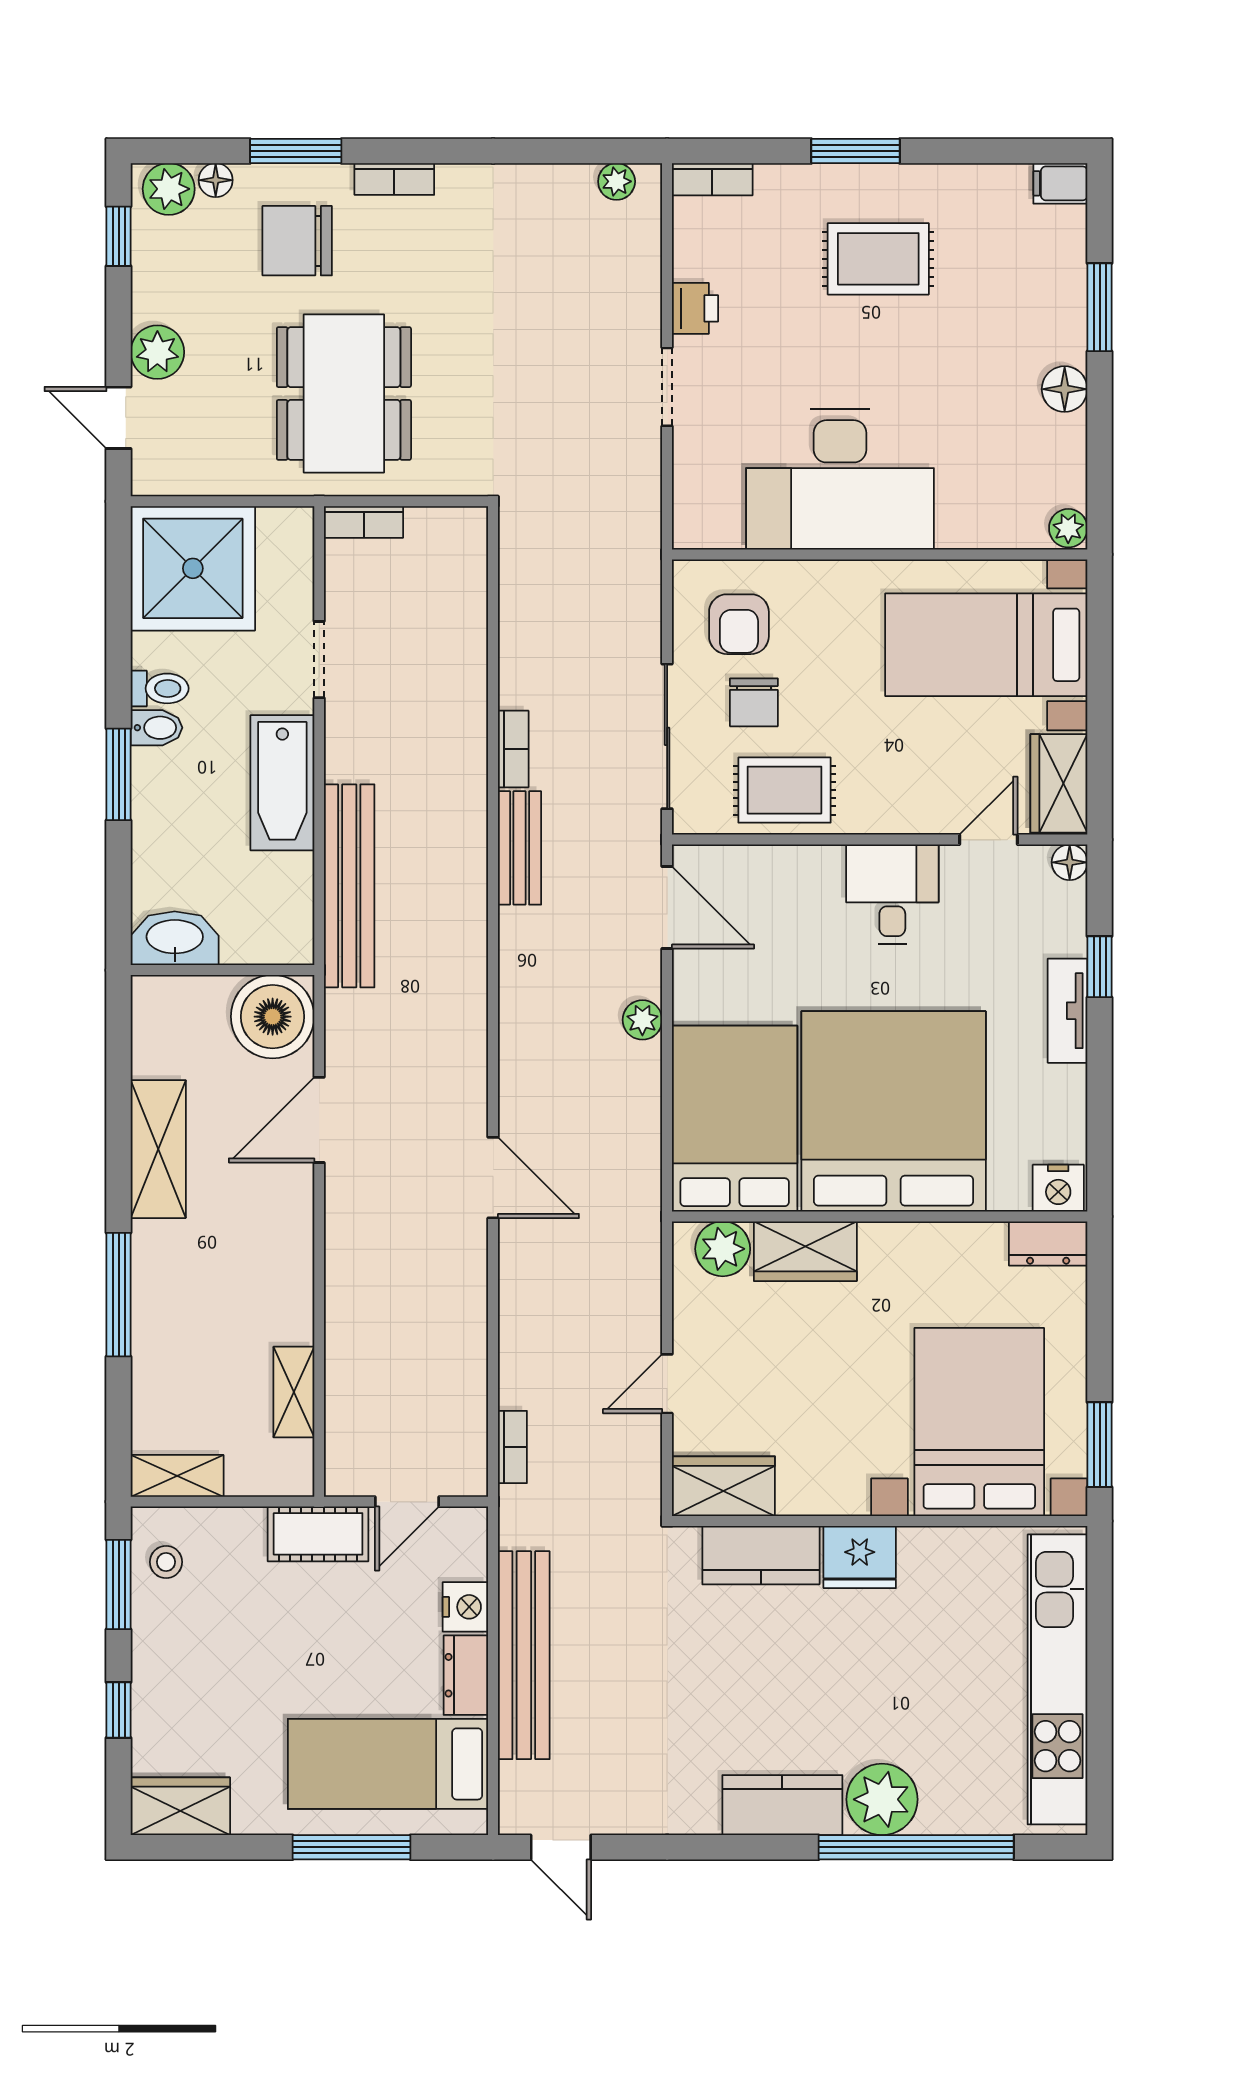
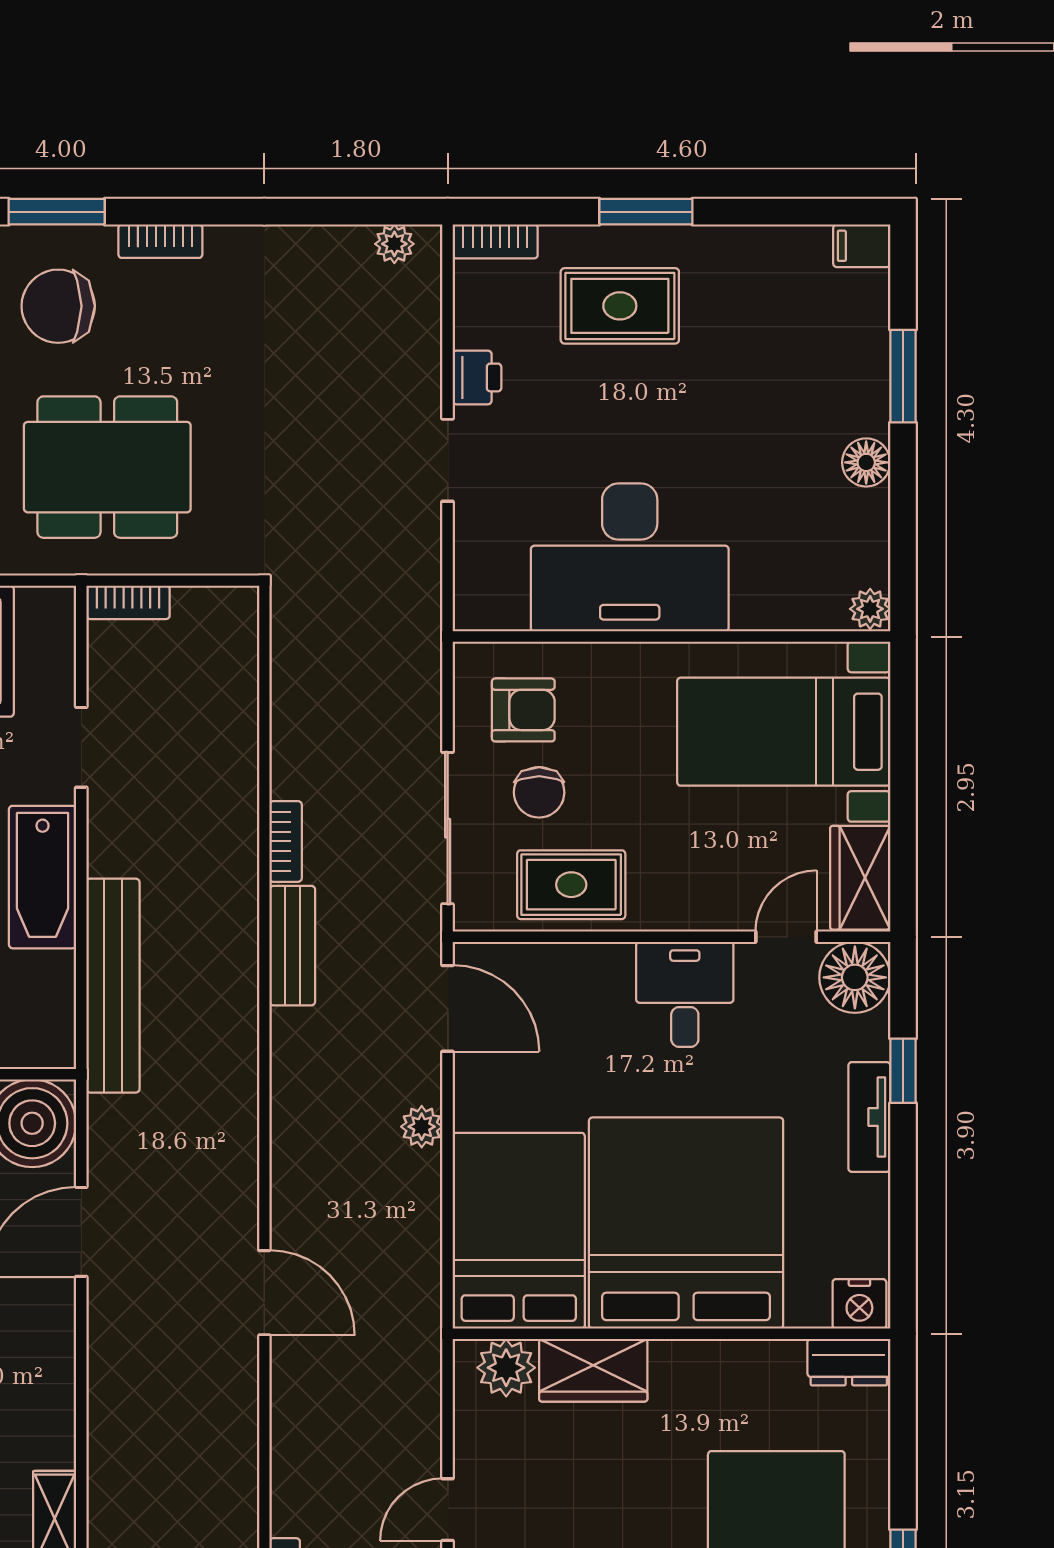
rug: (878, 259) -> (620, 306), moved
dining table: (344, 393) -> (107, 467), turned 90
armchair: (739, 624) -> (523, 710), turned -90
floor lamp: (1070, 862) -> (855, 977), width x1.89, depth x1.89

